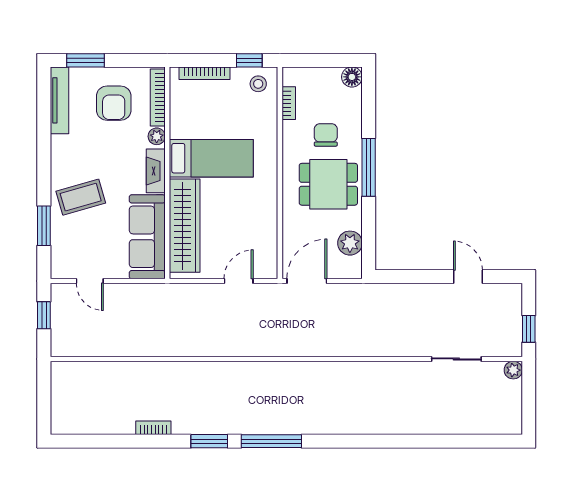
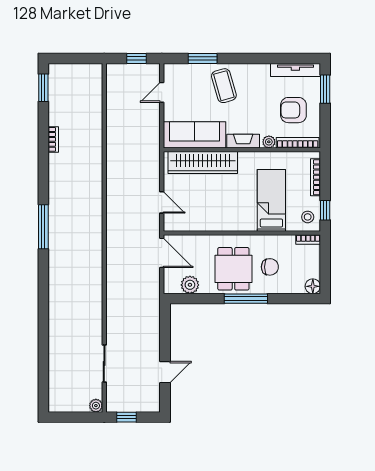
bookcase: (289, 103) -> (308, 239), moved
bed: (211, 158) -> (271, 200), moved, turned 180
window: (209, 441) -> (43, 88), moved

